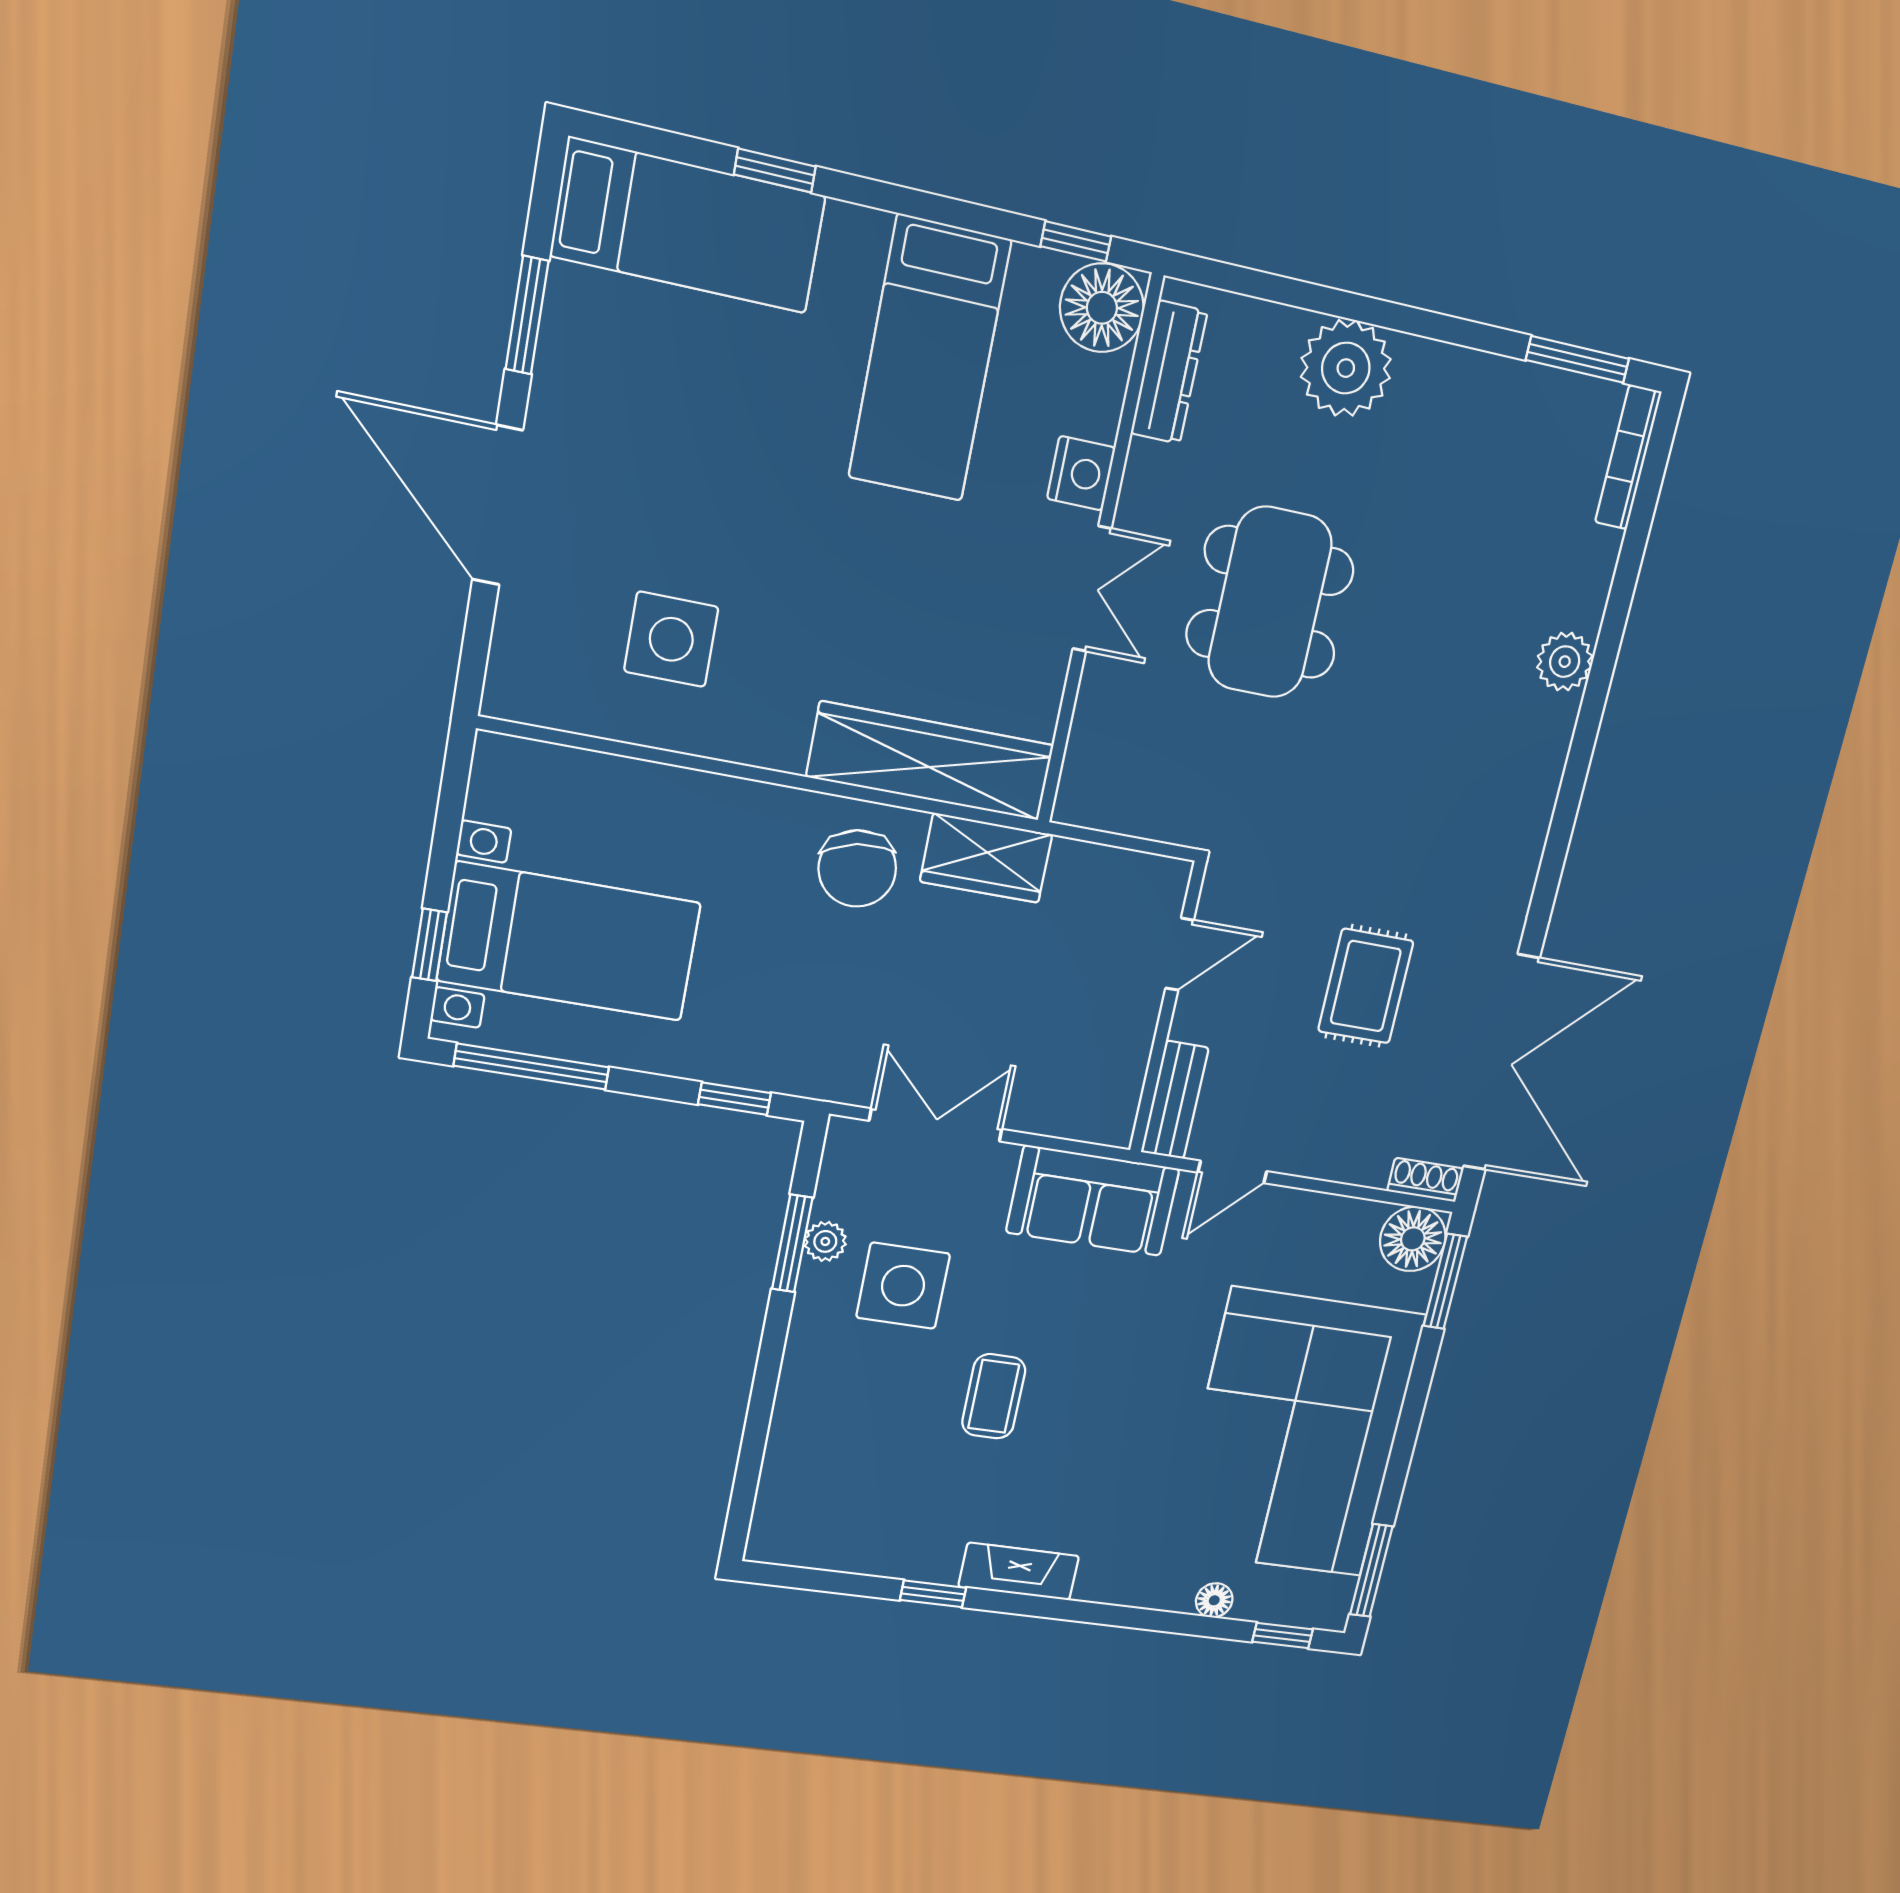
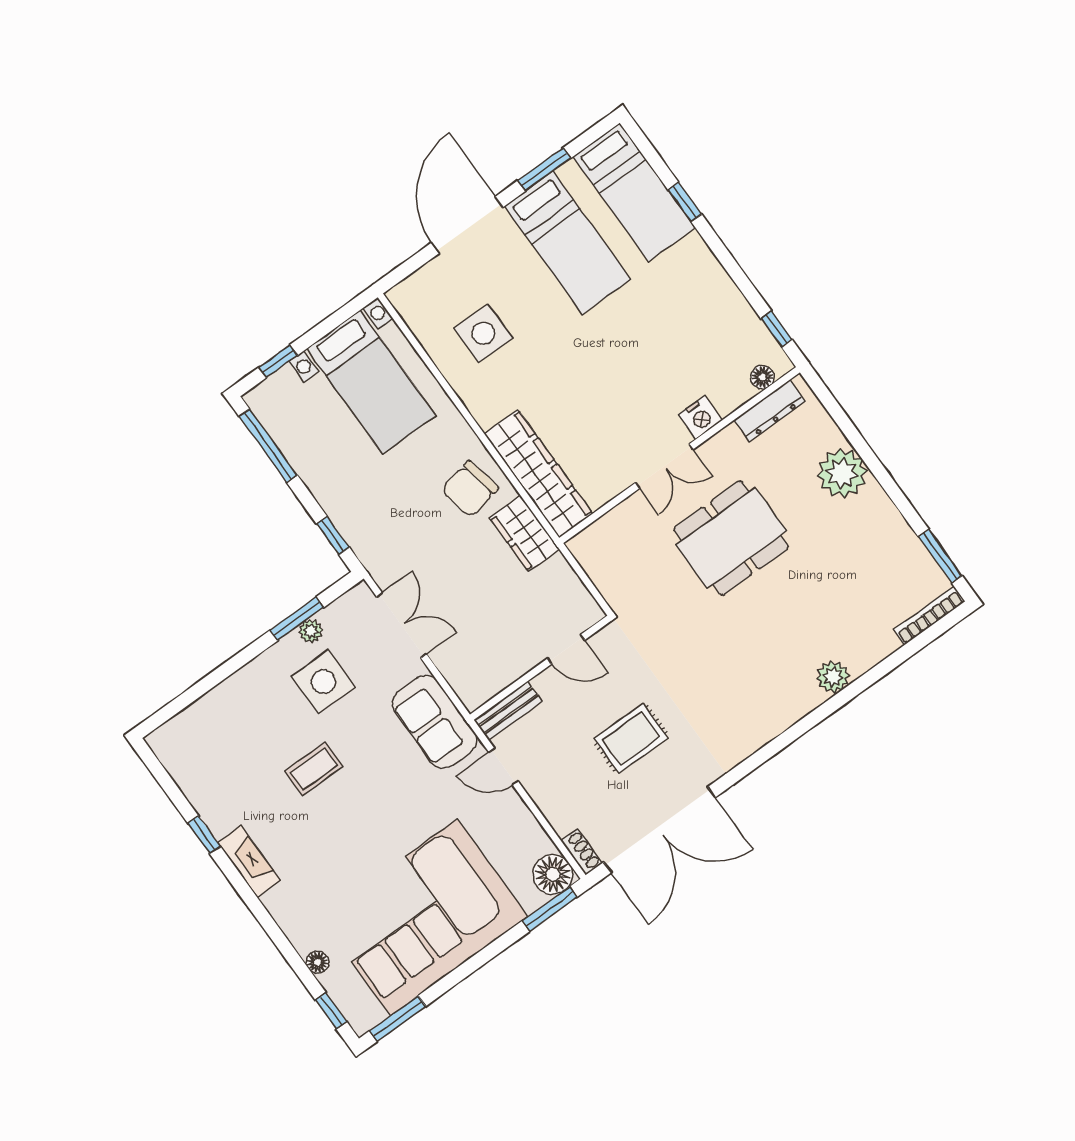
floor lamp: (1102, 308) -> (762, 377), width x0.53, depth x0.53
bed: (930, 359) -> (568, 243), moved, turned -90
bed with nightstands: (569, 942) -> (371, 382), moved

